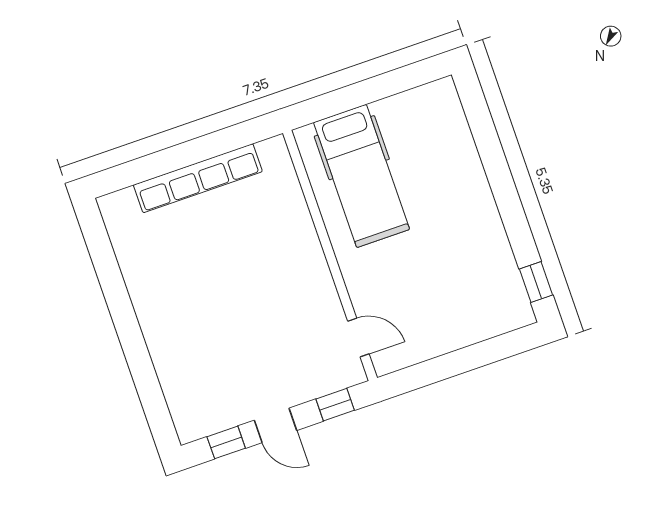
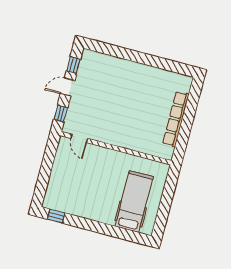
hospital bed: (362, 176) -> (134, 202), moved, turned 90
door: (358, 337) -> (79, 138), hinge flipped

